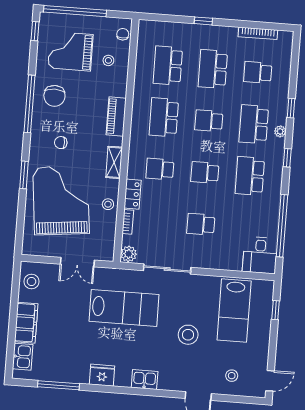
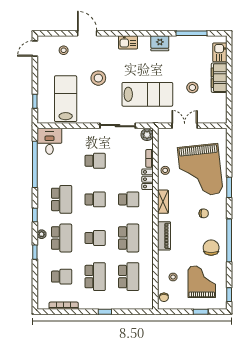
window: (75, 11) -> (201, 312), width x0.32
grand piano: (70, 51) -> (202, 282), turned -90
stool: (32, 281) -> (192, 88), moved
lab bench: (124, 308) -> (147, 94), turned 180

